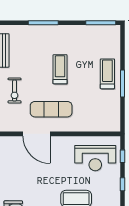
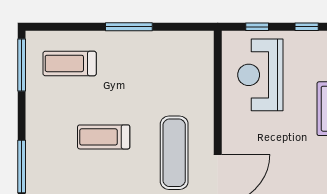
treadmill: (107, 74) -> (70, 63), moved
reception desk: (95, 158) -> (260, 75), turned 180

